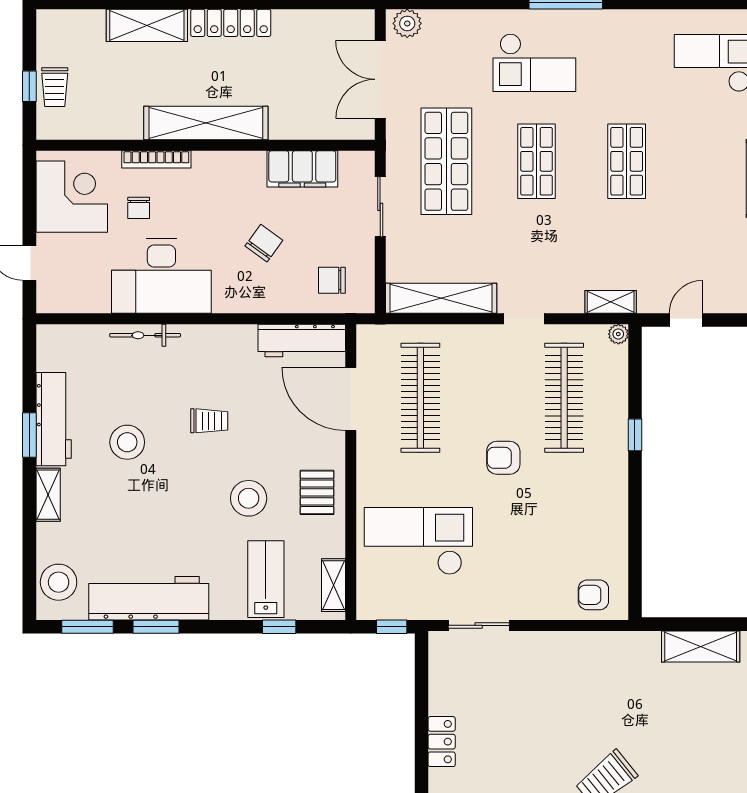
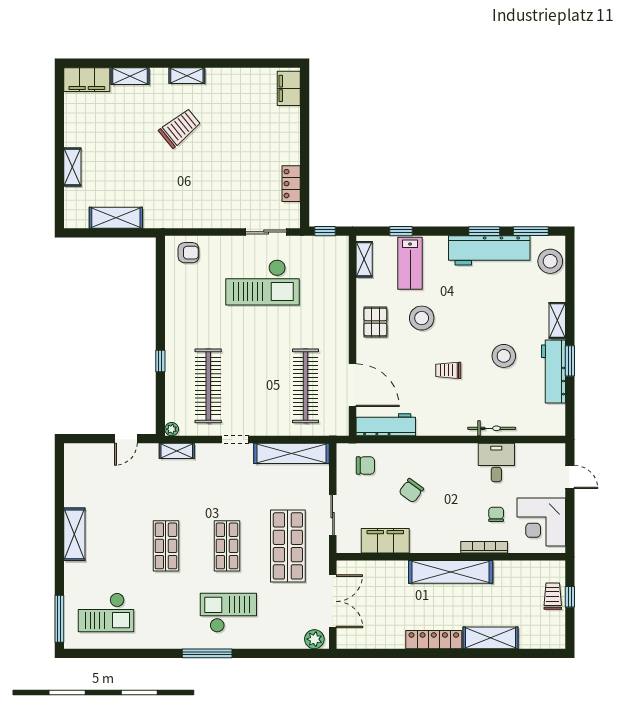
desk: (161, 276) -> (496, 462), width x0.53, depth x0.77
armchair: (503, 458) -> (249, 345), removed
checkout: (418, 541) -> (263, 282), moved
locker: (442, 742) -> (291, 184), moved

